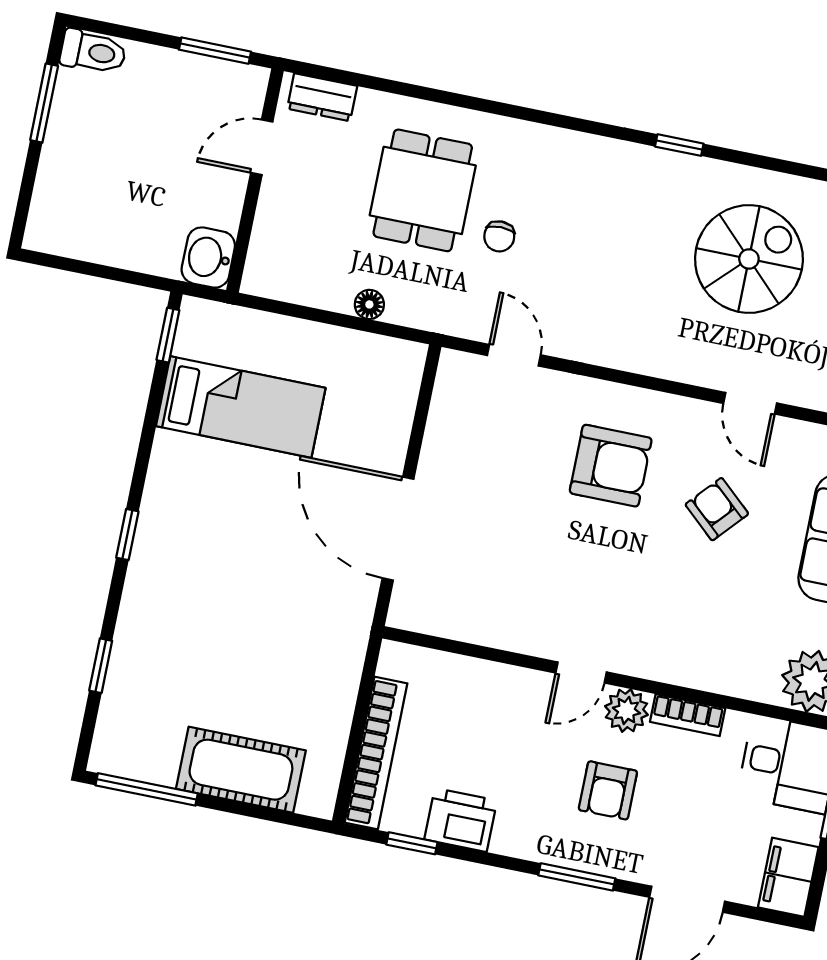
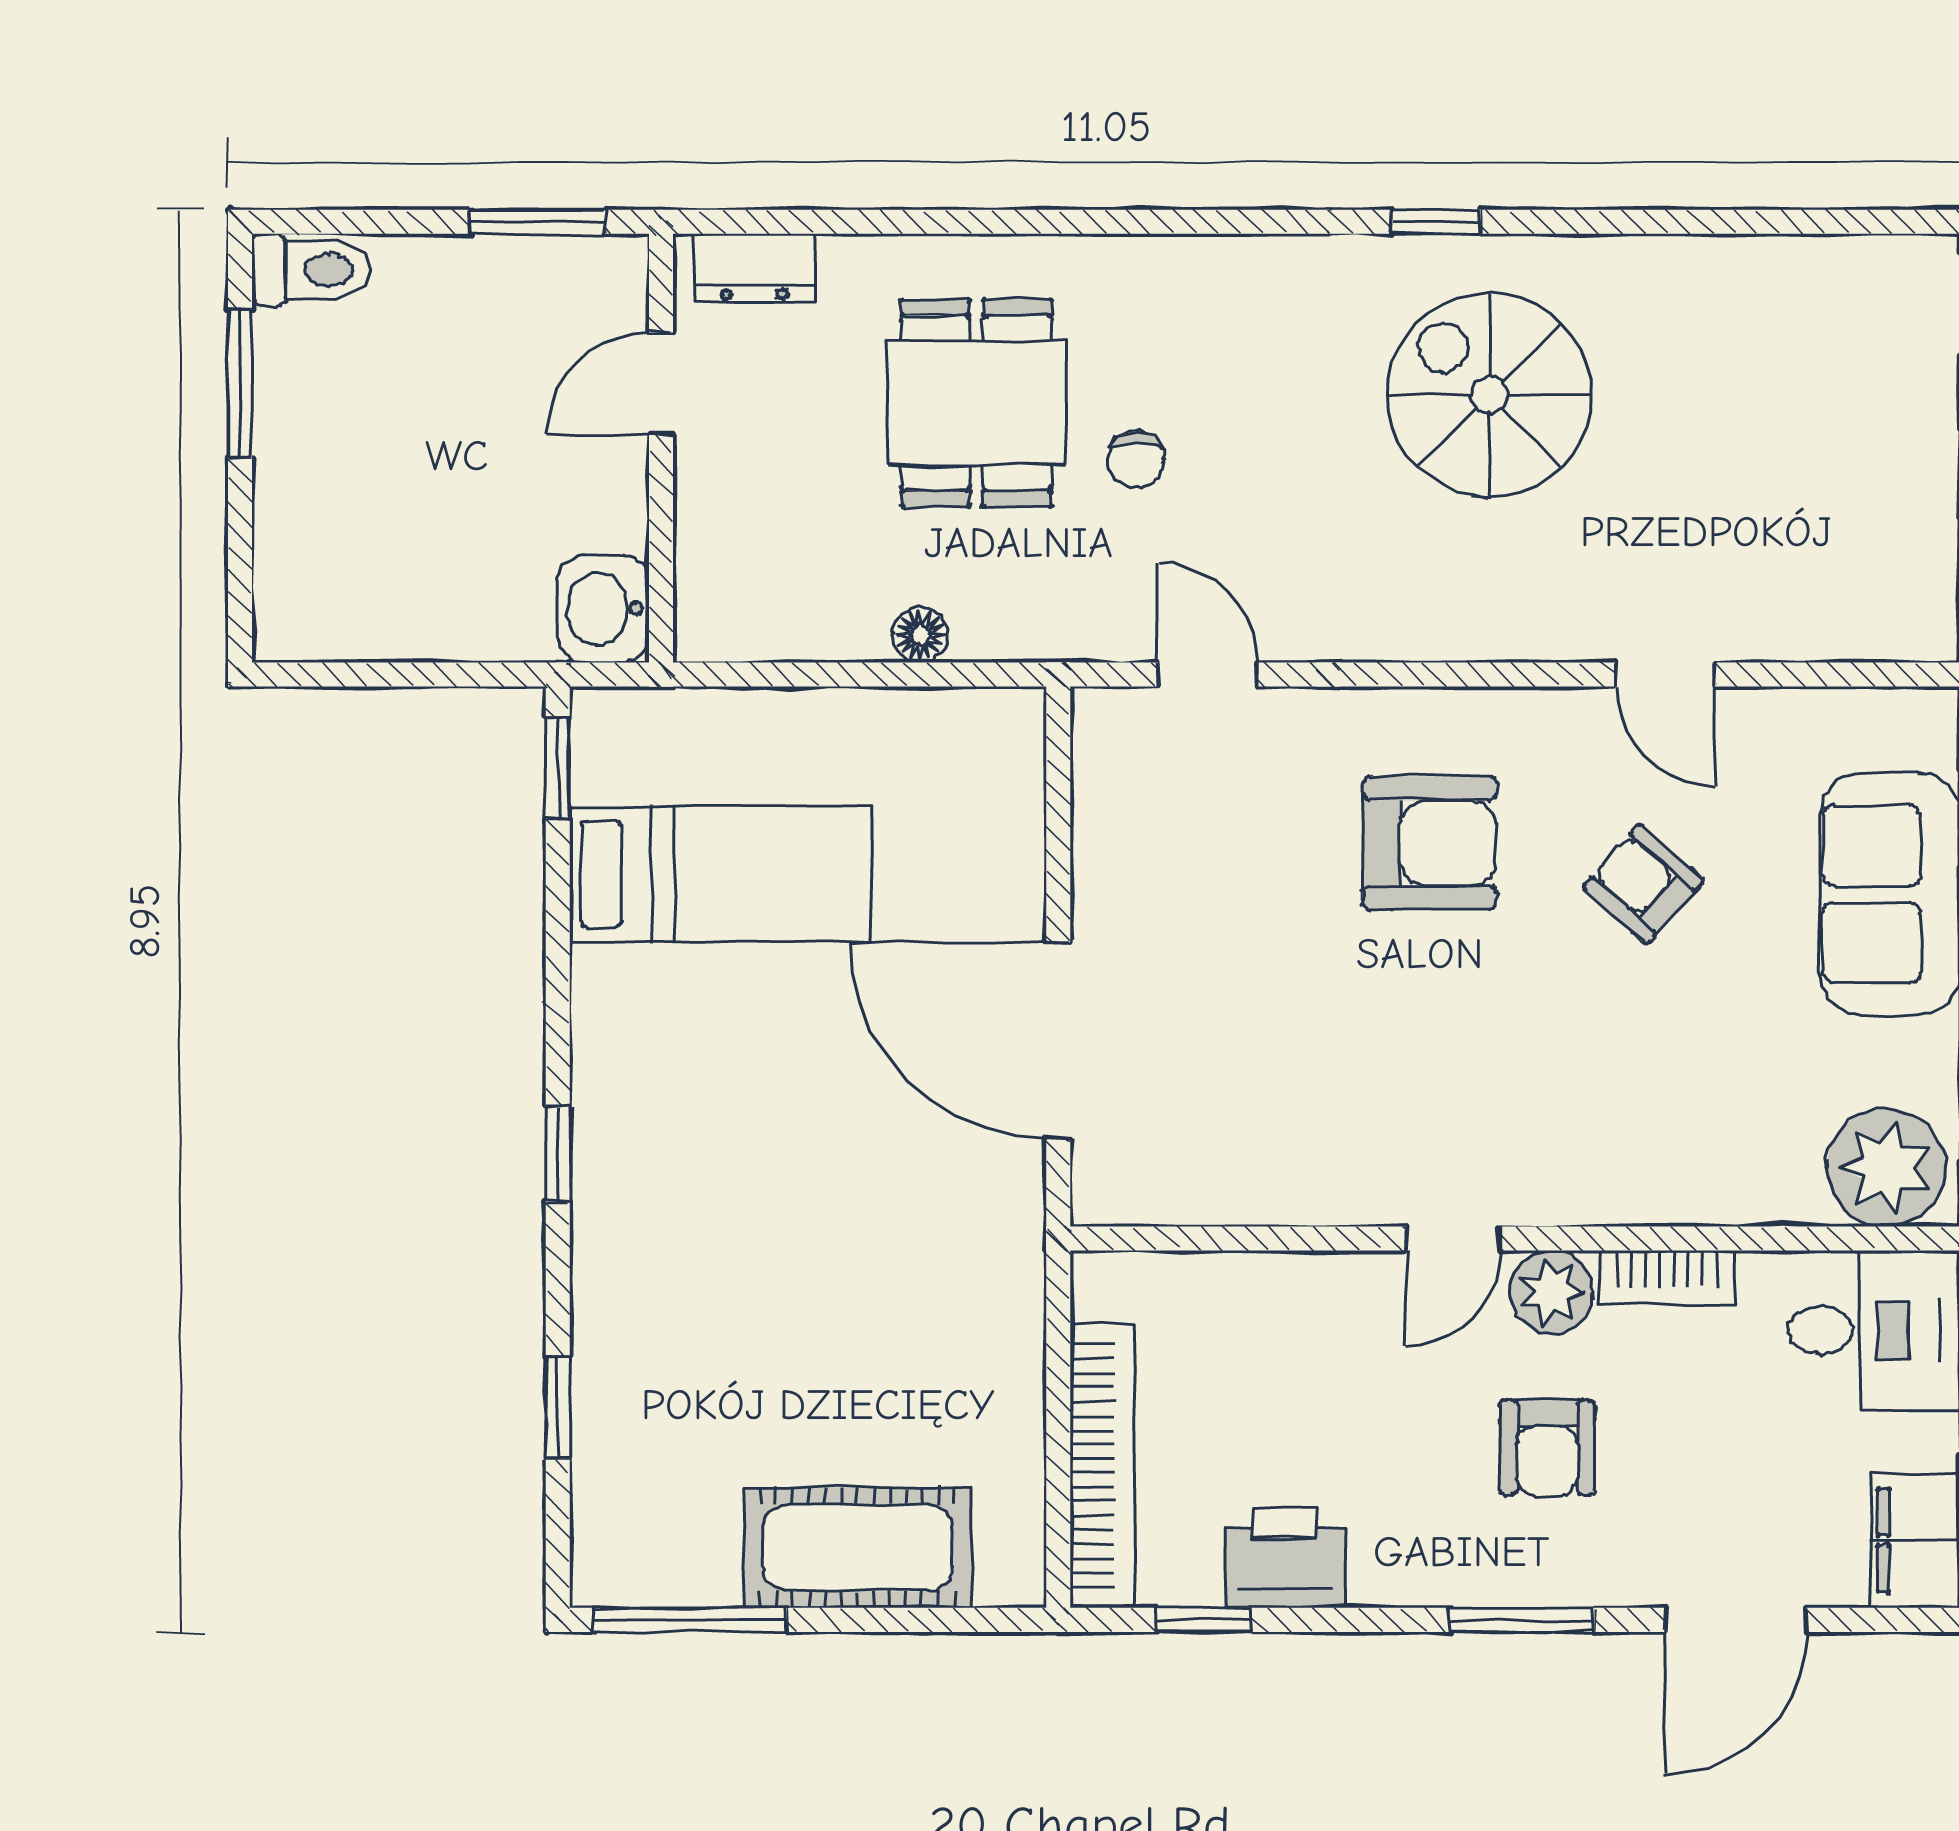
spiral stairs: (749, 259) -> (1489, 395), moved, turned -90

